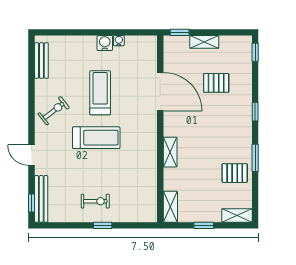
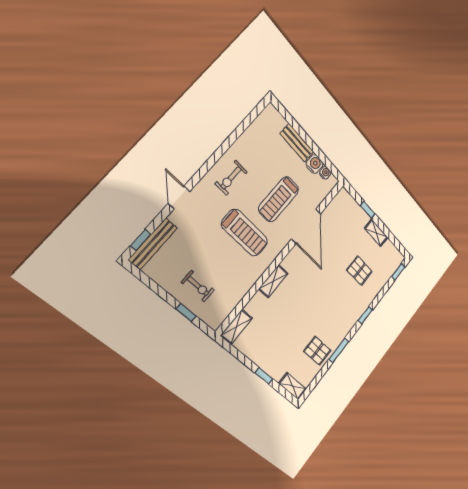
bench: (41, 61) -> (297, 143), moved, turned 90
door: (160, 92) -> (306, 226), moved
treadmill: (100, 93) -> (279, 199), turned 180
exercise bike: (54, 111) -> (231, 178), turned 128
wall: (160, 129) -> (282, 256), moved
shelving: (170, 152) -> (273, 281), moved
shelving: (170, 207) -> (236, 327), moved

